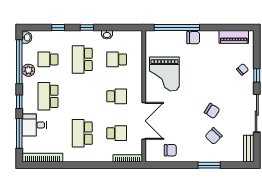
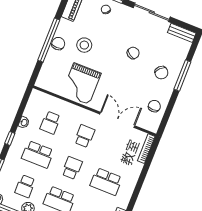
window: (177, 28) -> (49, 40), moved
stool: (201, 62) -> (84, 45), added
grand piano: (164, 74) -> (81, 84), turned 90
school desk: (117, 133) -> (72, 168), moved
chair: (214, 136) -> (161, 73), moved
window: (209, 165) -> (182, 76), width x1.44

